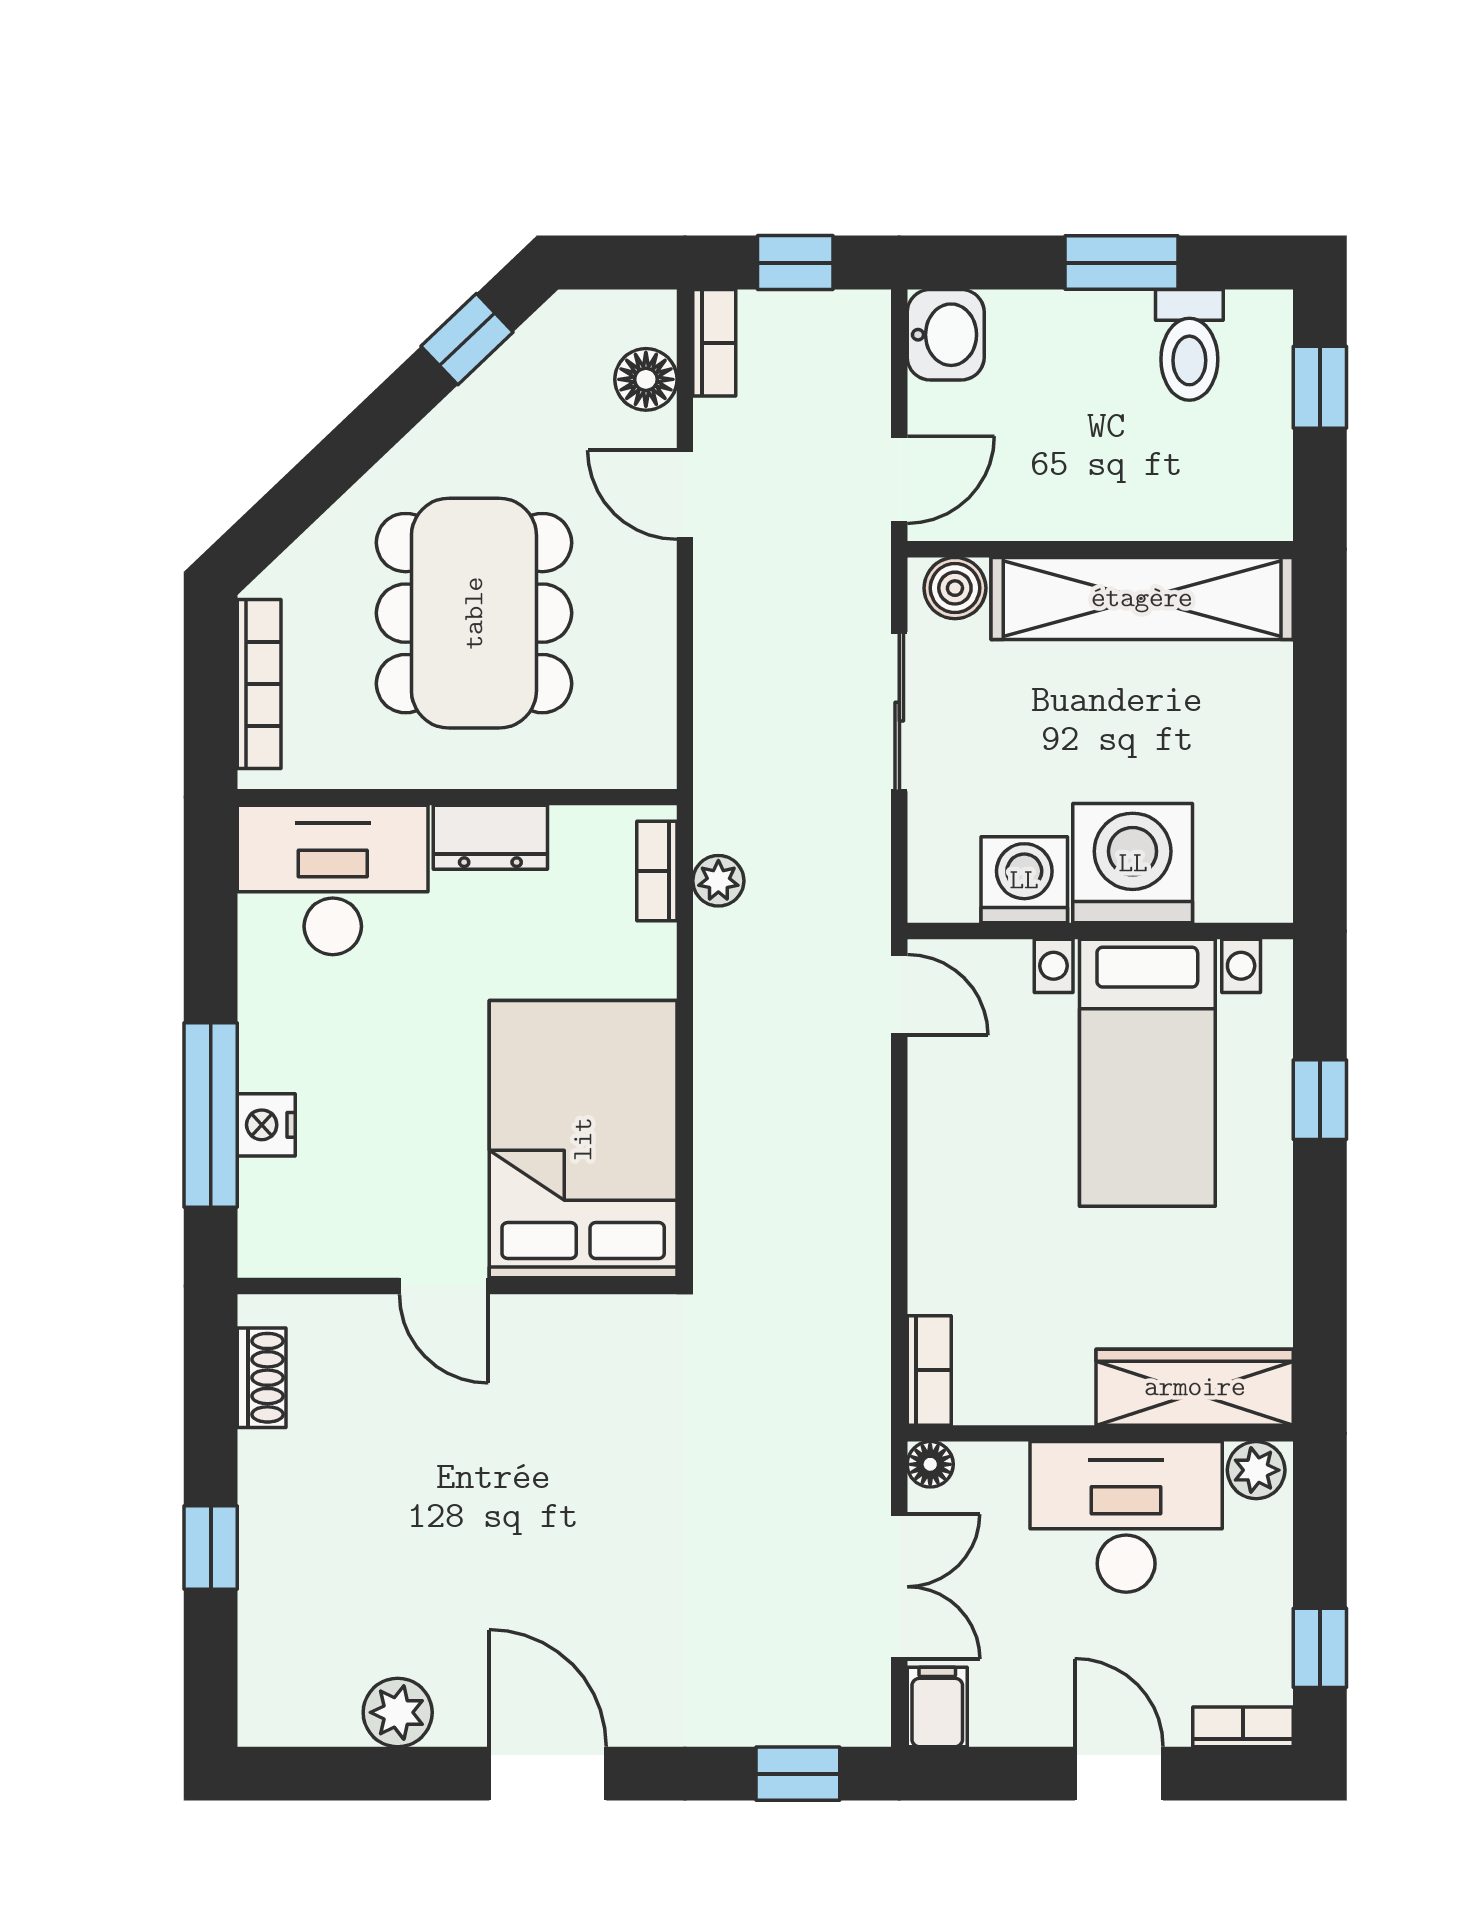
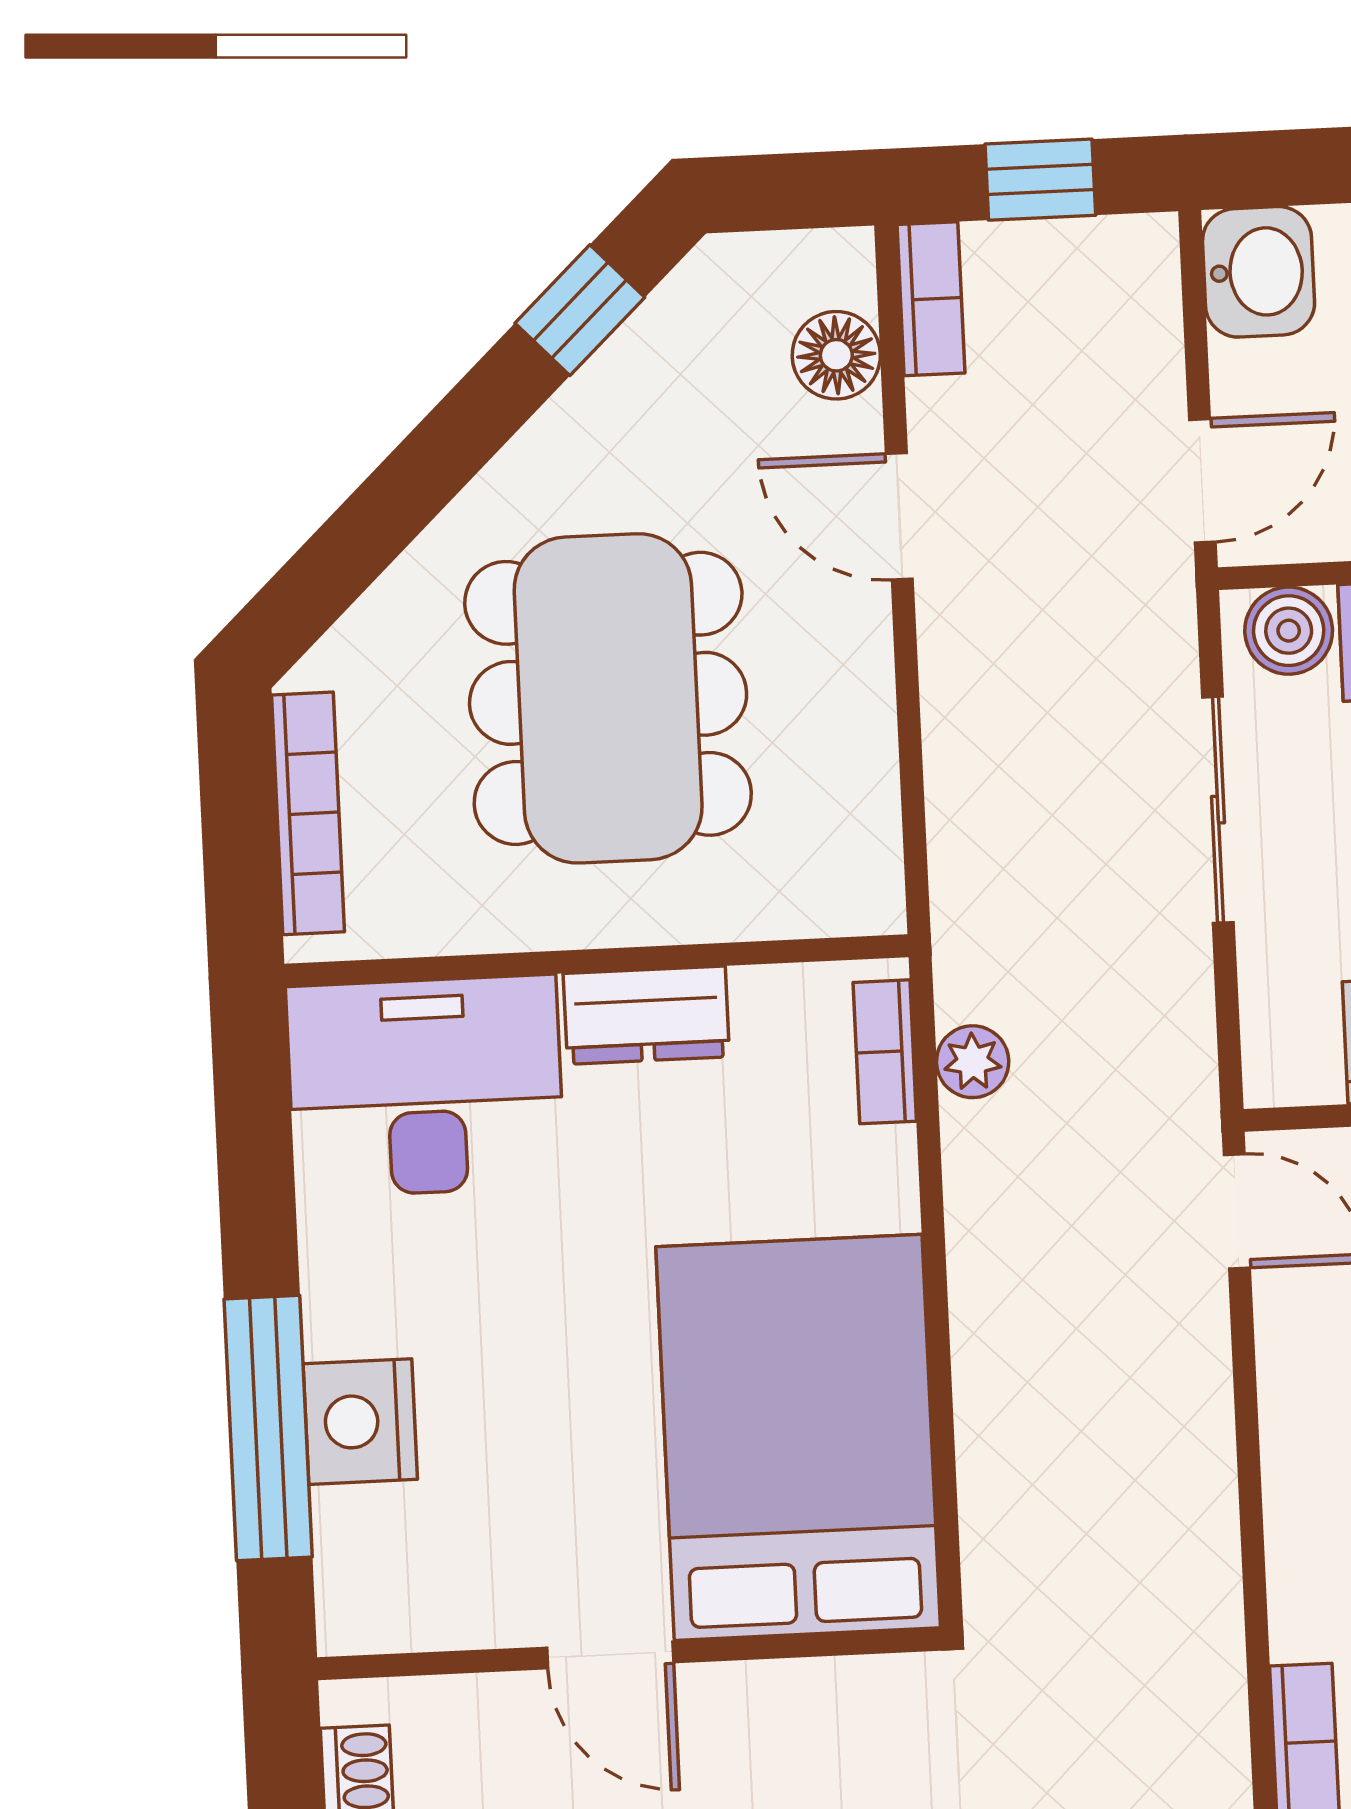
nightstand: (266, 1125) -> (360, 1422), width x1.36, depth x1.33

